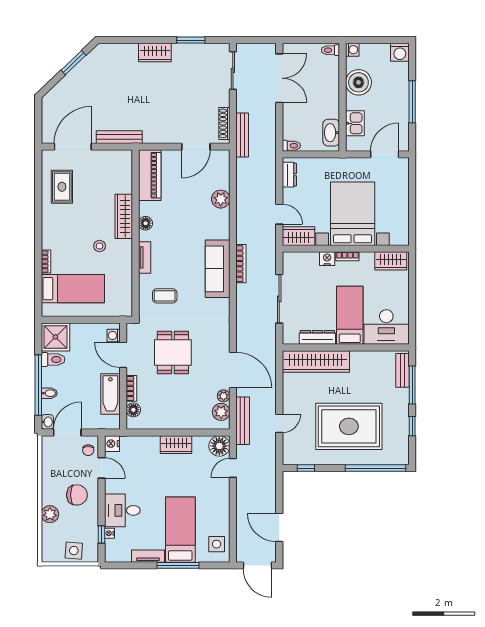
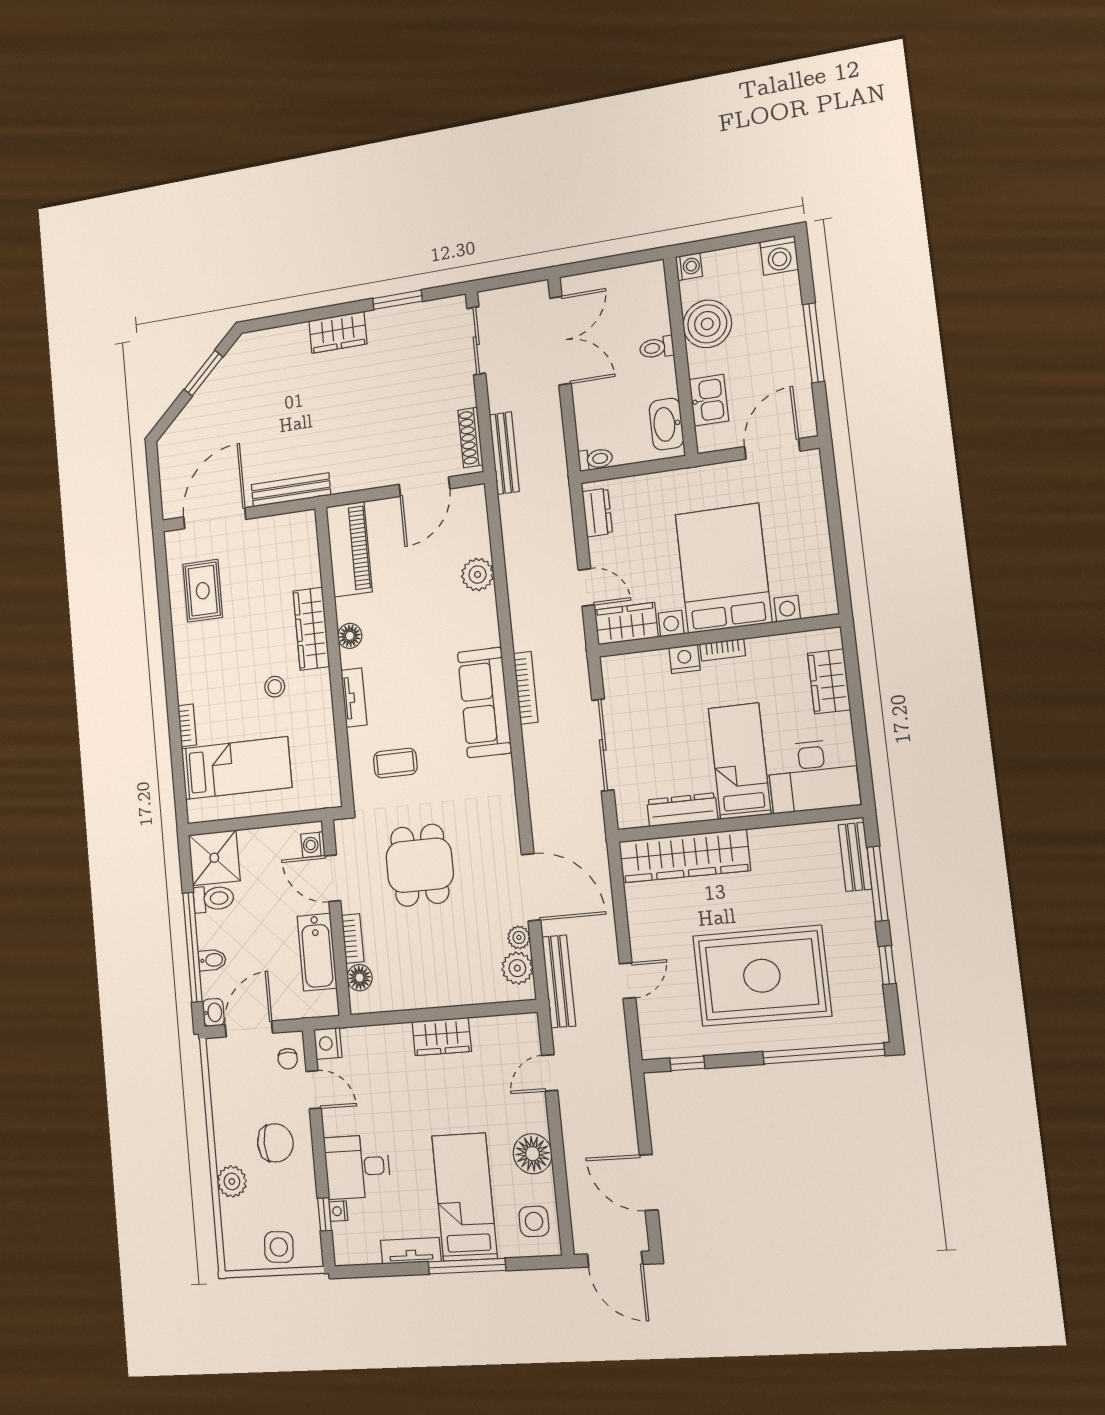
toilet: (331, 50) -> (657, 348), moved
wardrobe: (391, 261) -> (829, 681), moved, turned 90
floor lamp: (219, 446) -> (533, 1154), moved

